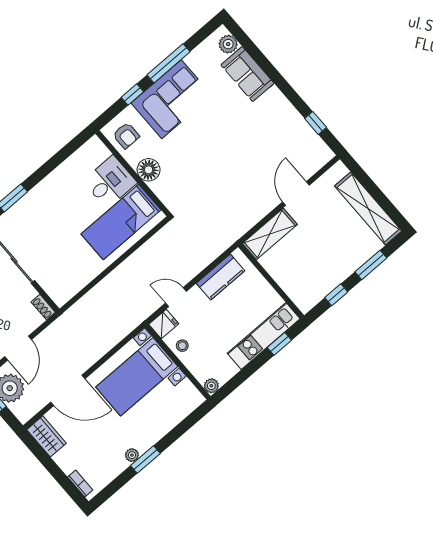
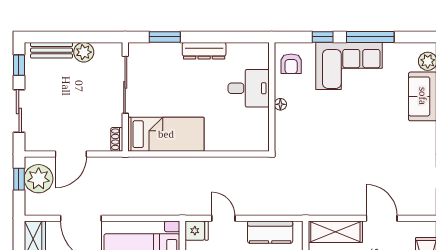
floor lamp: (149, 170) -> (280, 104), width x0.53, depth x0.53
dresser: (52, 183) -> (204, 51), added
door: (296, 193) -> (382, 218), hinge flipped
bed: (121, 222) -> (166, 134), moved, turned 180

